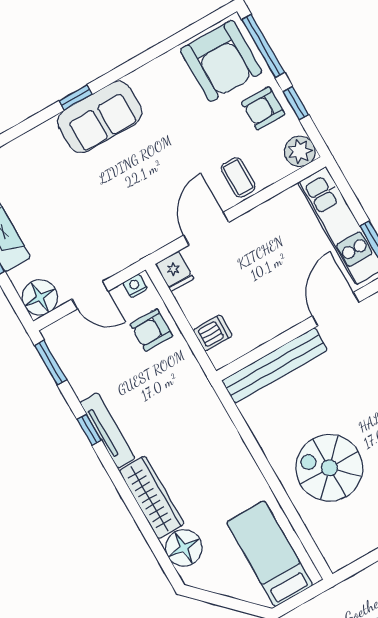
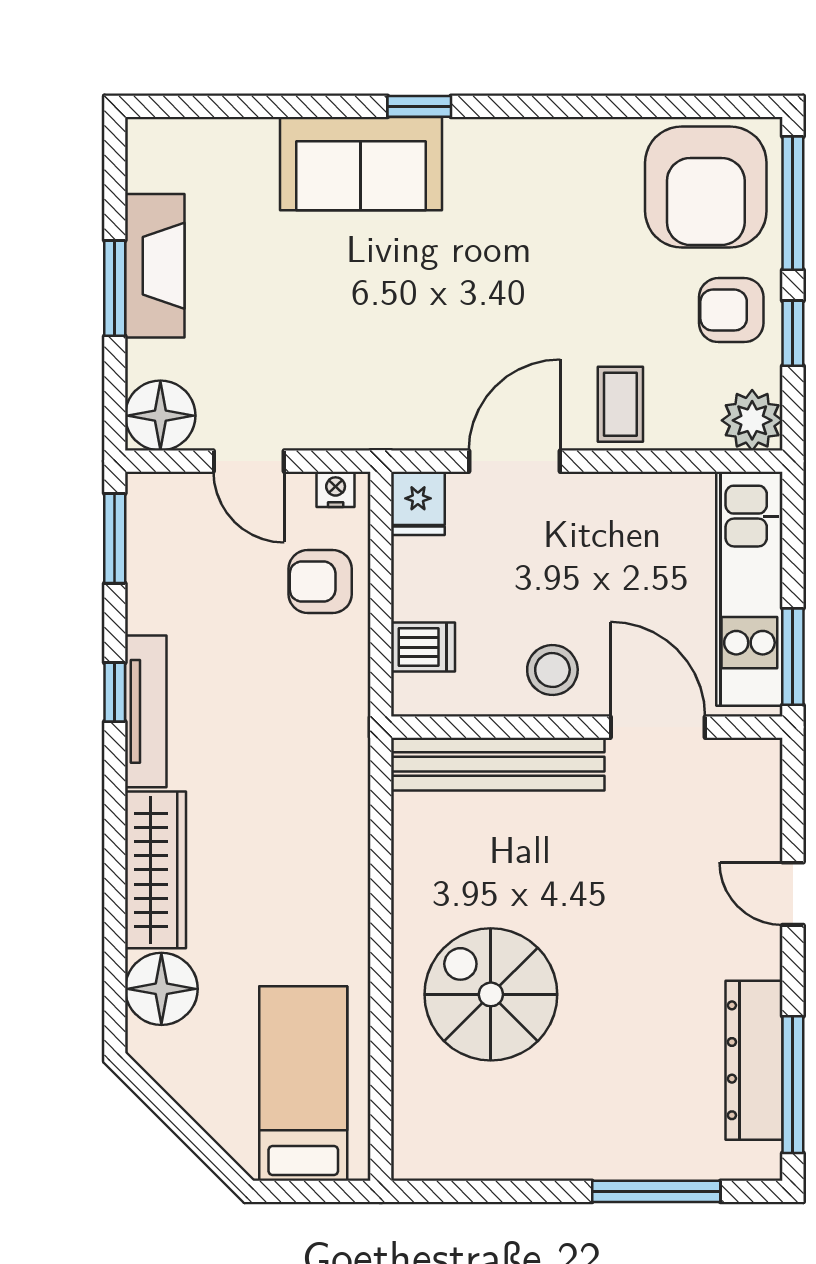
sofa: (100, 117) -> (361, 164), moved
door: (335, 309) -> (658, 727), hinge flipped
stool: (275, 311) -> (552, 670), added

